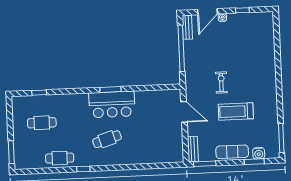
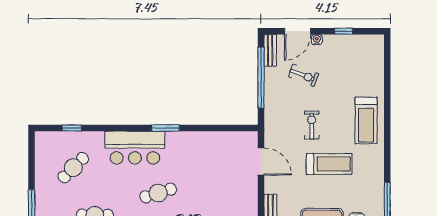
exercise bike: (213, 45) -> (304, 75), added
treadmill: (262, 77) -> (366, 121), added
bar counter: (112, 104) -> (135, 148), moved
treadmill: (236, 111) -> (329, 164), turned 180
cafe table: (42, 123) -> (73, 168), turned -45

